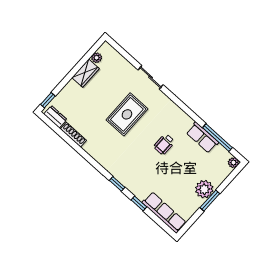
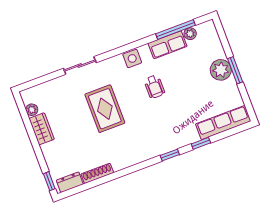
side table: (177, 115) -> (132, 58), added
plant: (233, 163) -> (190, 34), moved

